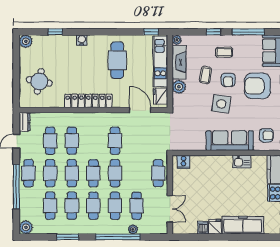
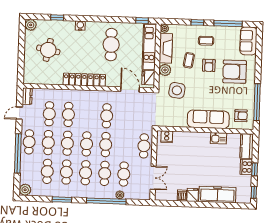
round table: (39, 81) -> (48, 50), moved
side table: (221, 104) -> (177, 90), moved

